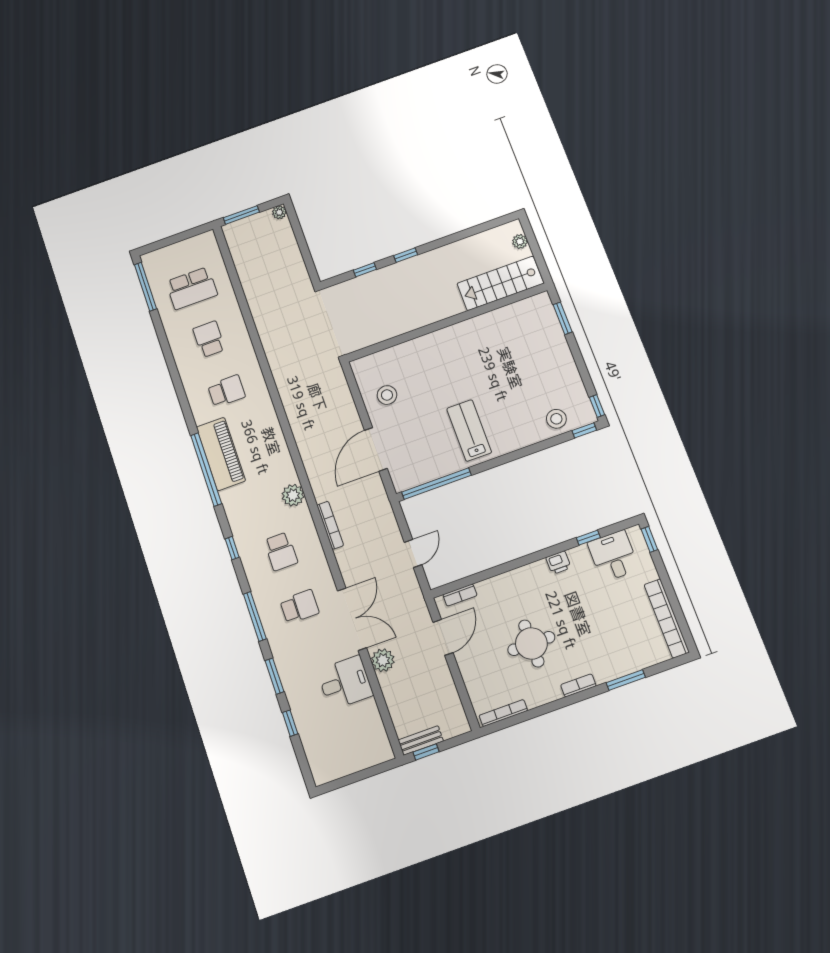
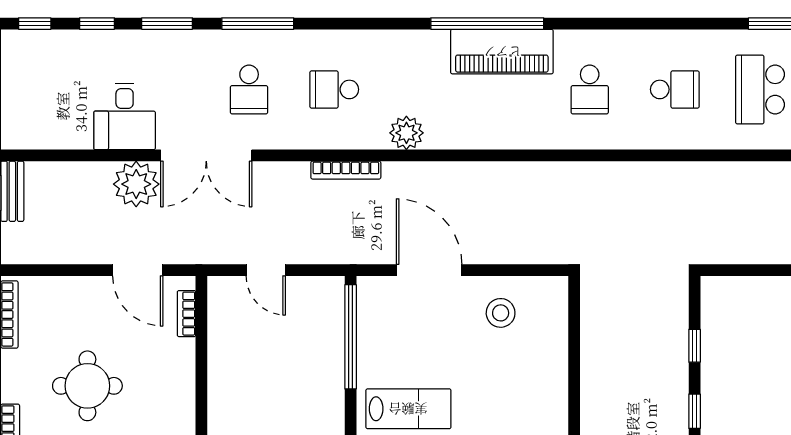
window: (232, 548) -> (35, 24), moved
plant: (383, 660) -> (136, 184), width x1.36, depth x1.36

